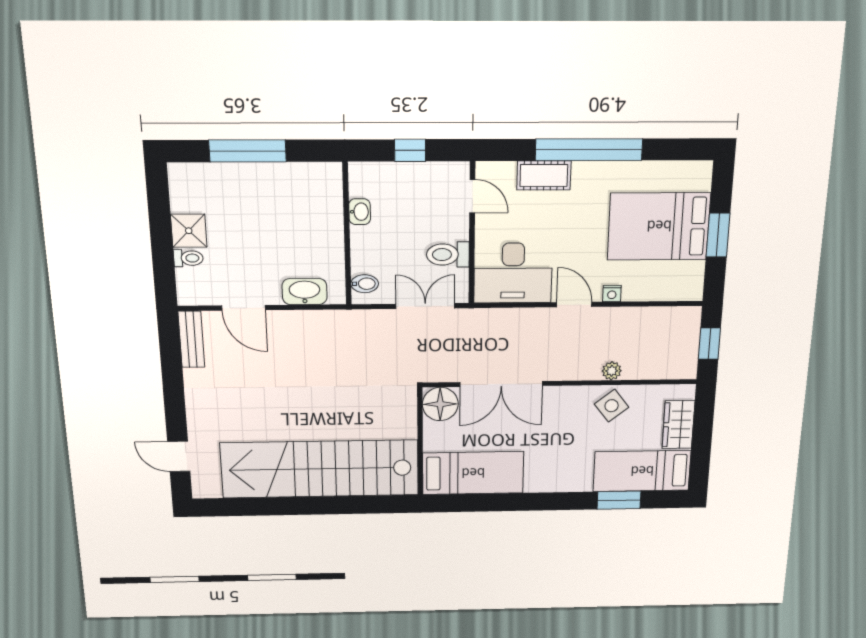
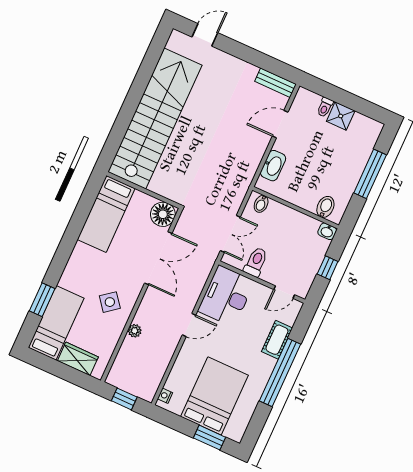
bidet: (326, 193) -> (325, 207), added
washbasin: (360, 212) -> (327, 231), moved
window: (718, 235) -> (209, 438), moved
nightstand: (612, 293) -> (165, 396), moved
double door: (501, 384) -> (158, 258), swing flipped
side table: (612, 406) -> (110, 302), moved

